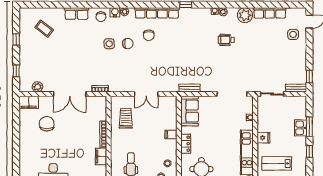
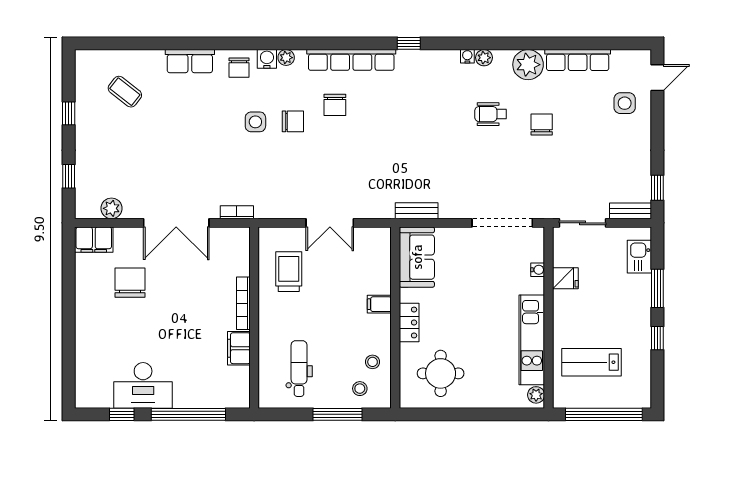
chair: (252, 45) -> (542, 124), added
kitchen sink: (300, 128) -> (639, 257), moved
fridge: (264, 138) -> (565, 278), moved

